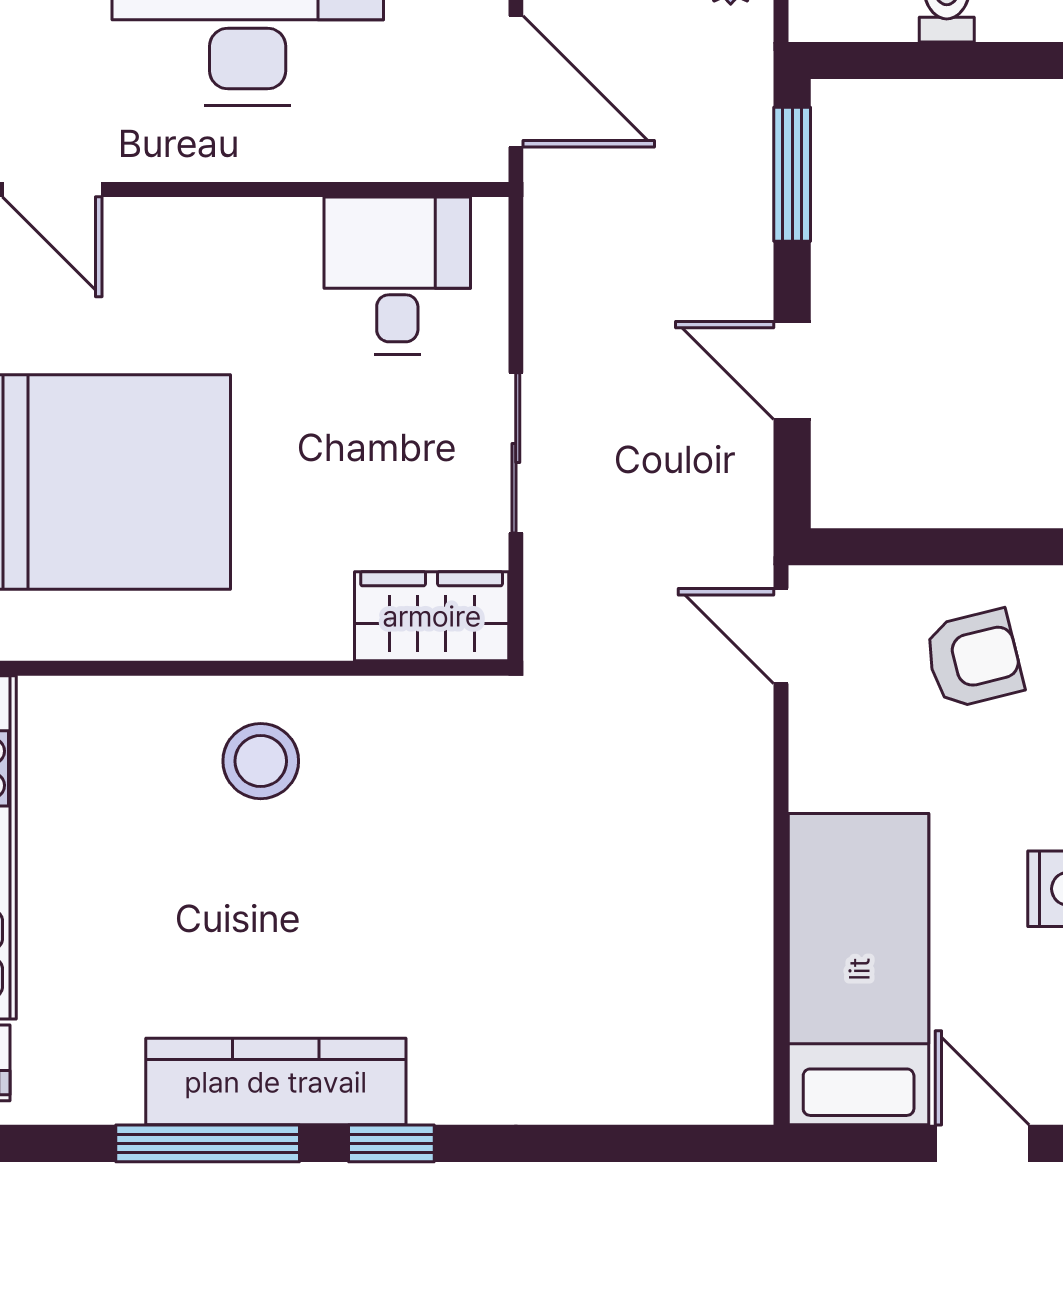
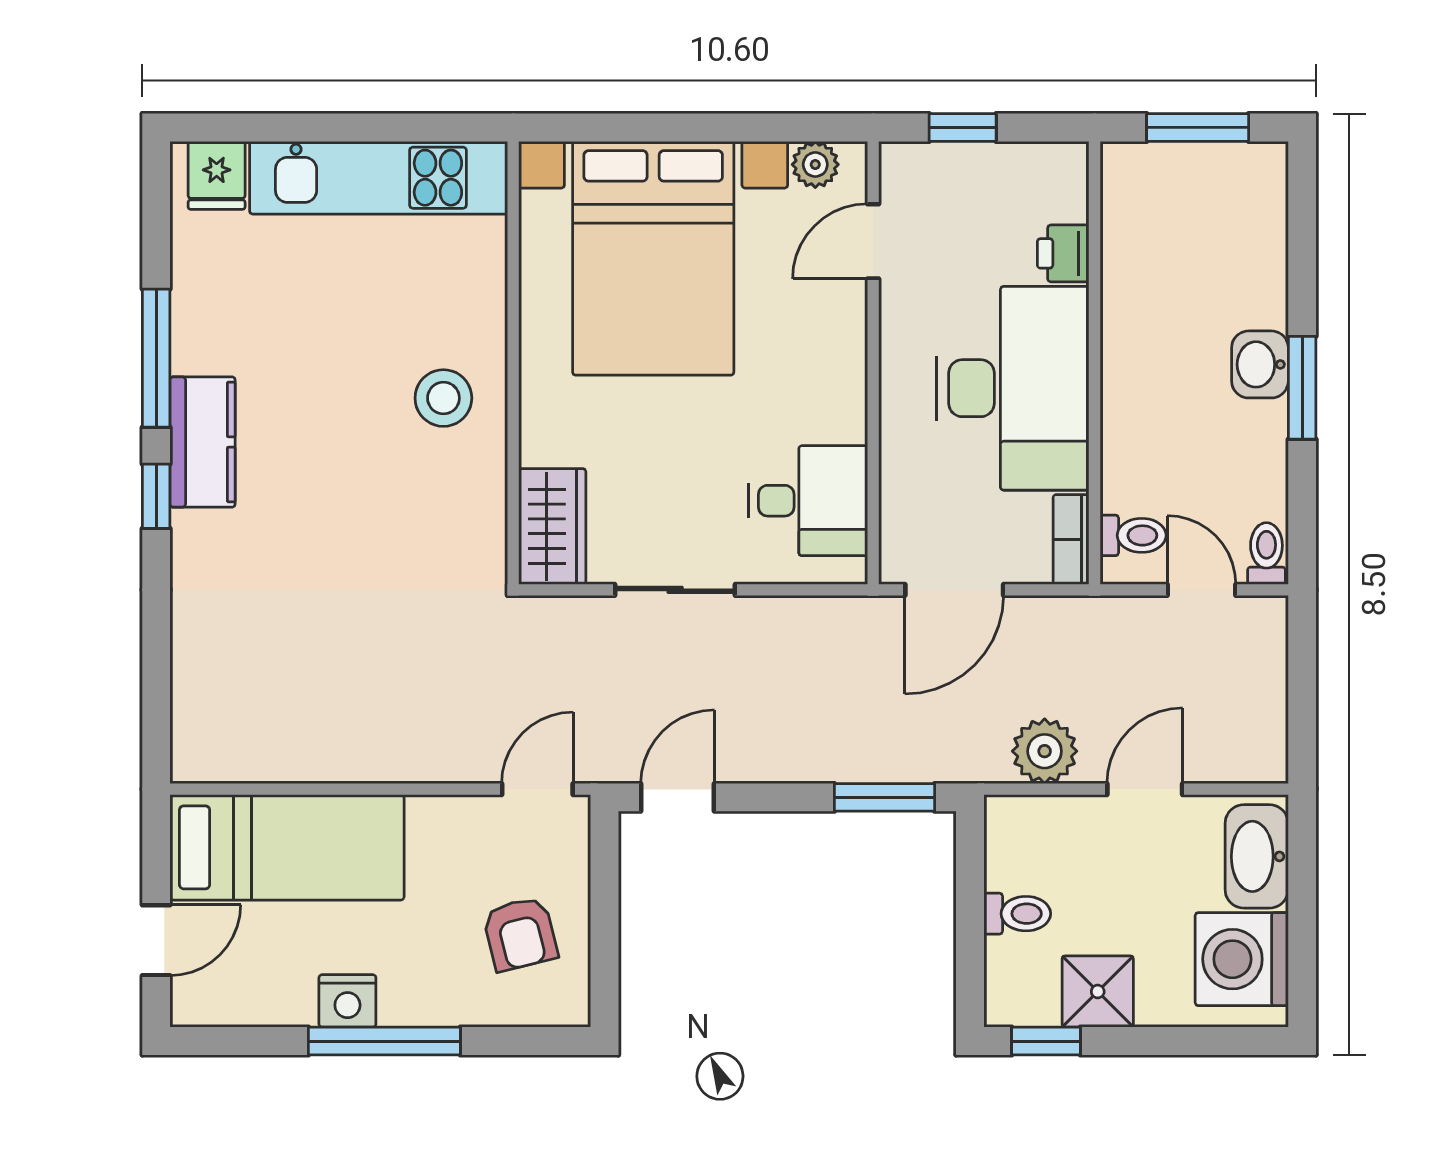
door: (792, 370) -> (678, 797), moved
kitchen counter: (276, 1082) -> (203, 442), width x0.67

